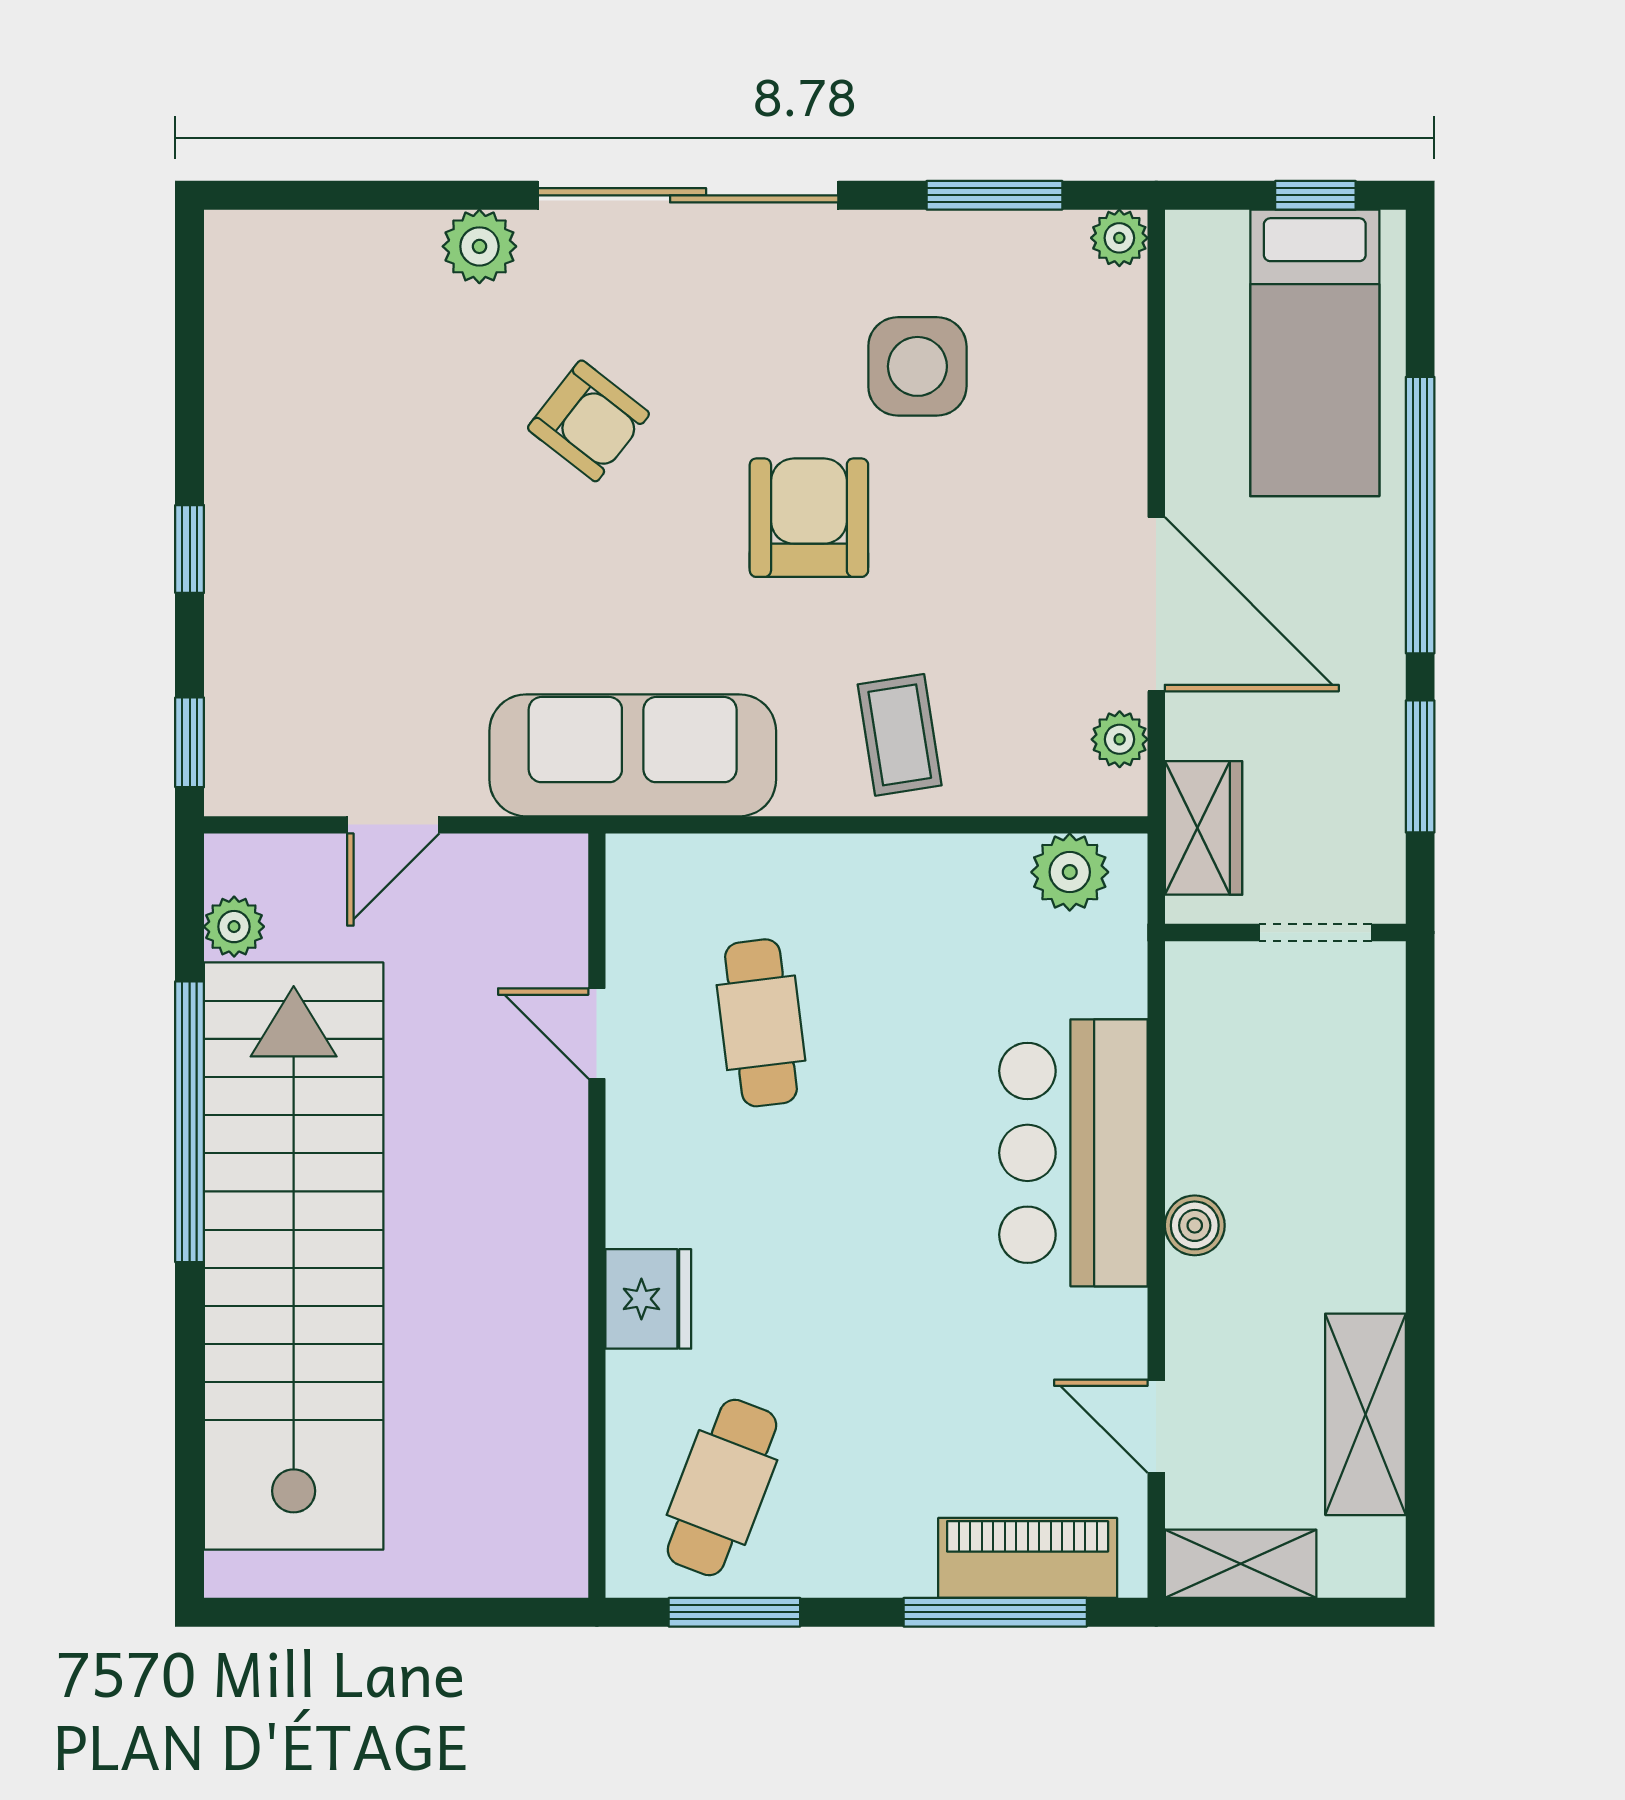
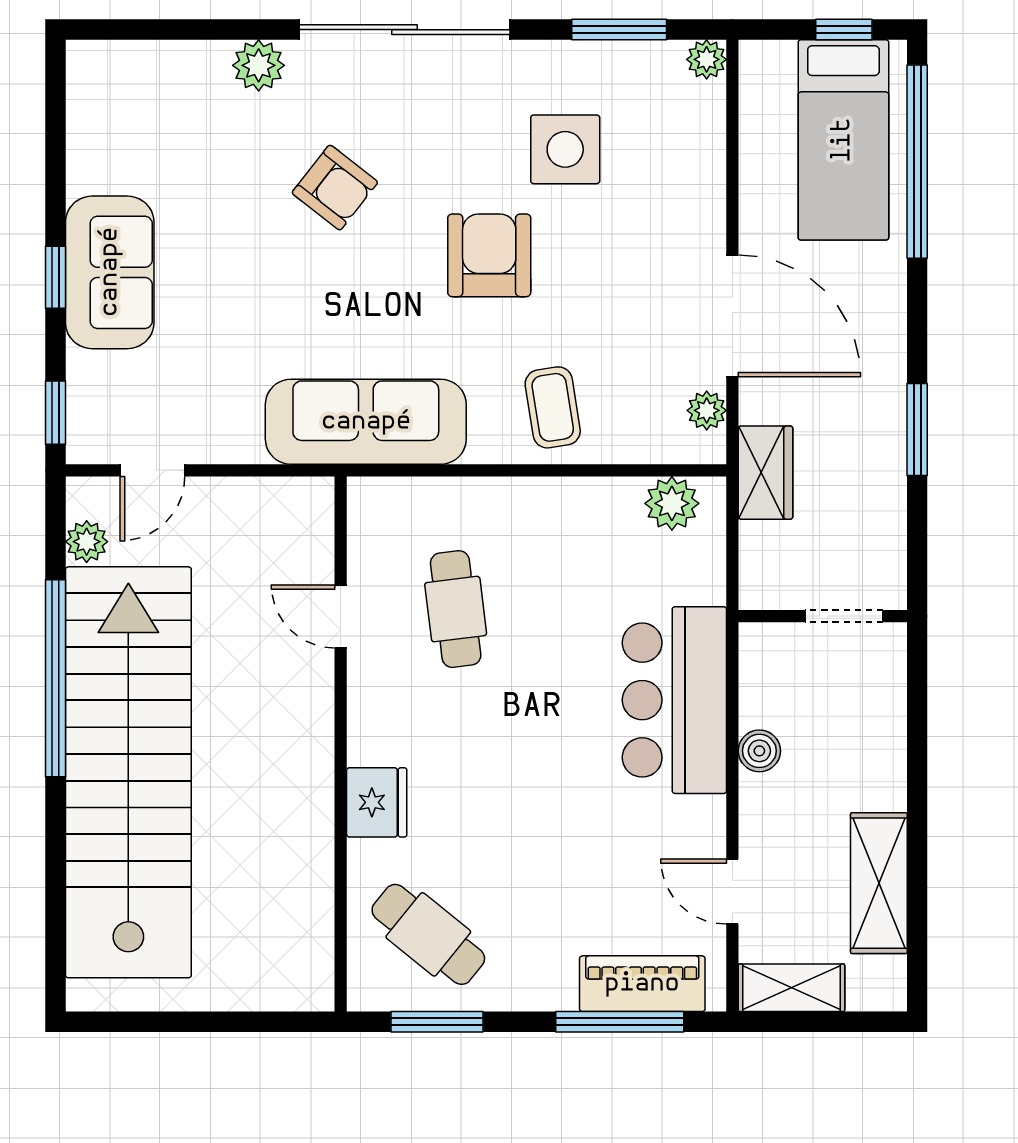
window: (1420, 515) -> (917, 162), moved
sofa: (267, 542) -> (110, 272), added
door: (393, 825) -> (152, 470), moved
wall: (1285, 932) -> (823, 616), moved
doorway: (1316, 932) -> (844, 616), moved
cafe table: (722, 1487) -> (428, 934), turned -72

